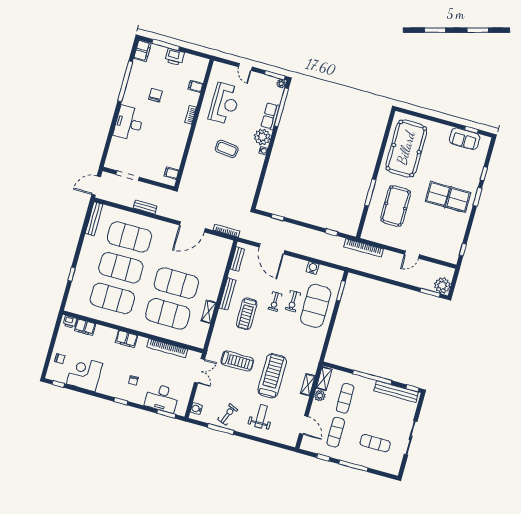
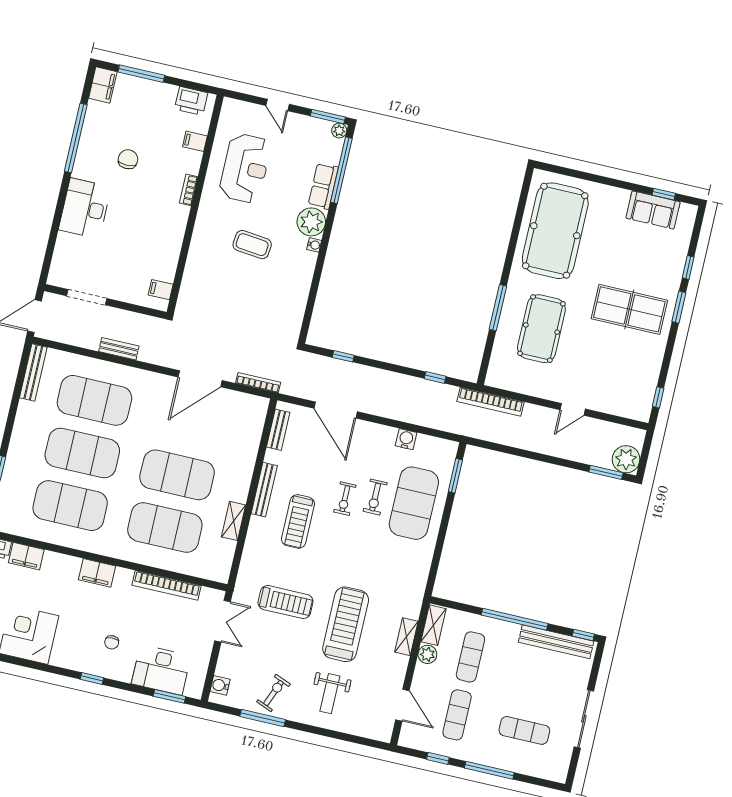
printer: (175, 57) -> (191, 101), moved
weight bench: (261, 416) -> (330, 694), turned 180

